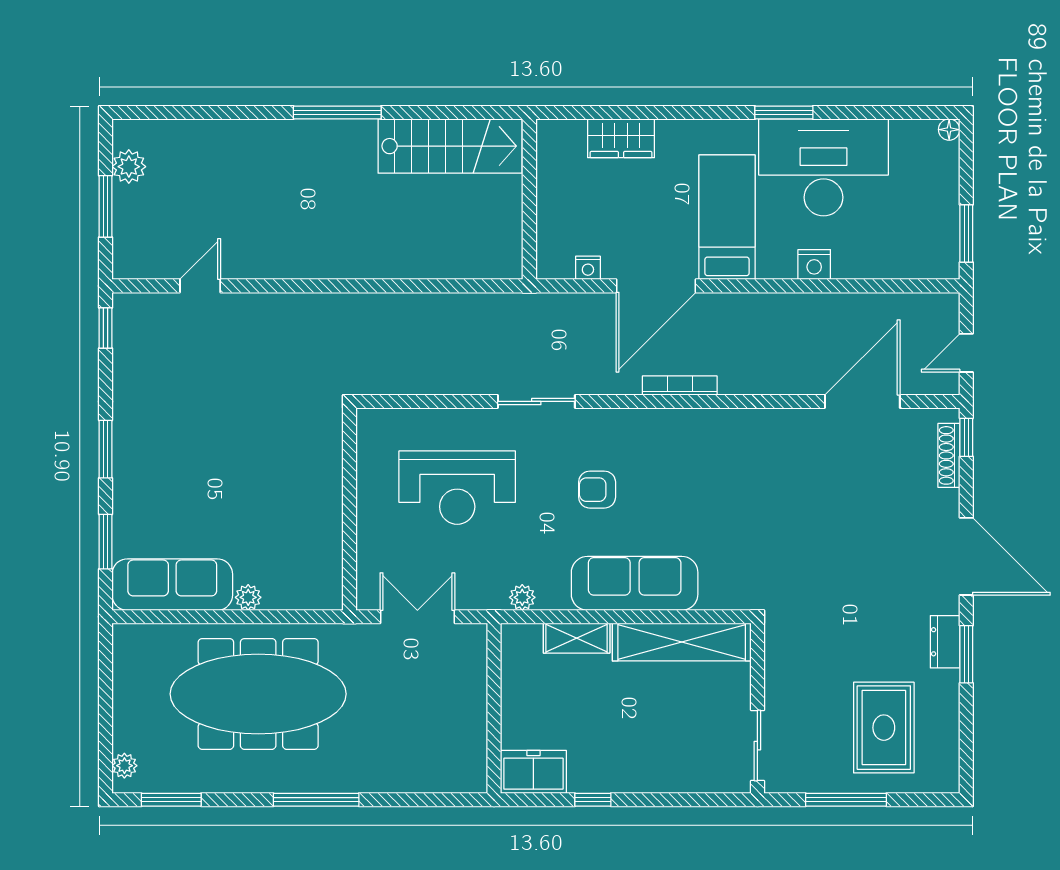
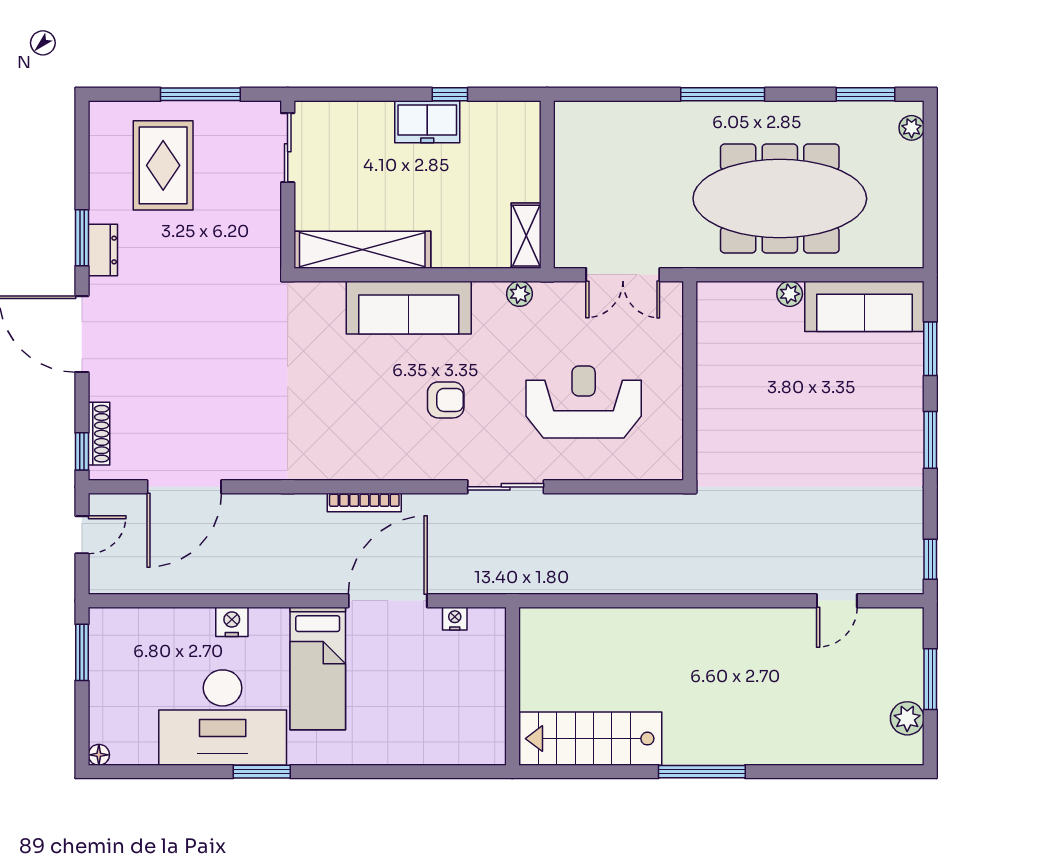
wardrobe: (621, 138) -> (422, 746), removed
shelving: (577, 638) -> (526, 236), moved, turned 90
freezer: (533, 772) -> (427, 122), moved

